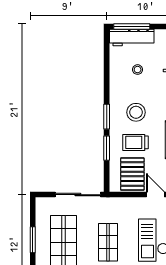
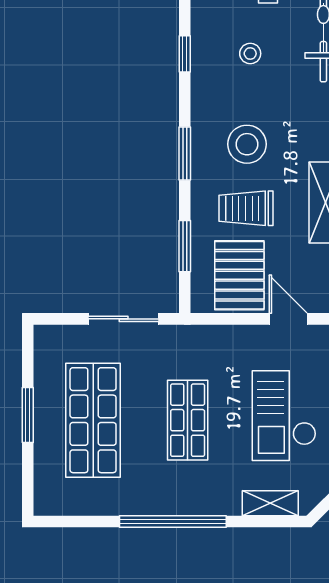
window: (107, 70) -> (185, 54), added
window: (107, 148) -> (185, 246), moved
sliding door: (78, 195) -> (124, 319), width x0.73

